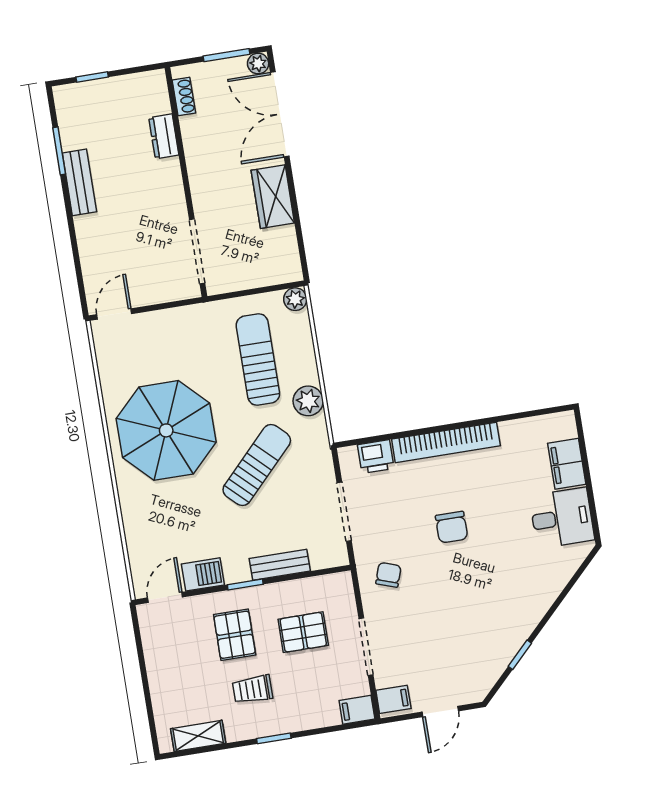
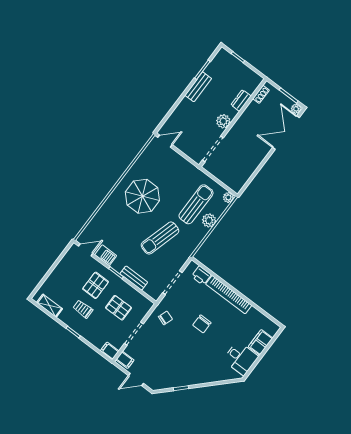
plant: (170, 194) -> (223, 121), added
wardrobe: (273, 197) -> (256, 157), removed
plant: (308, 401) -> (209, 220), moved
parasol: (166, 430) -> (142, 196), width x0.73, depth x0.73
sun lounger: (257, 465) -> (160, 238), turned 152

